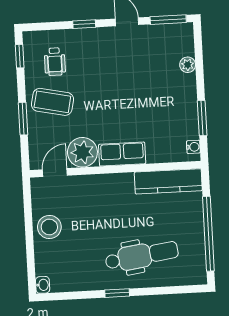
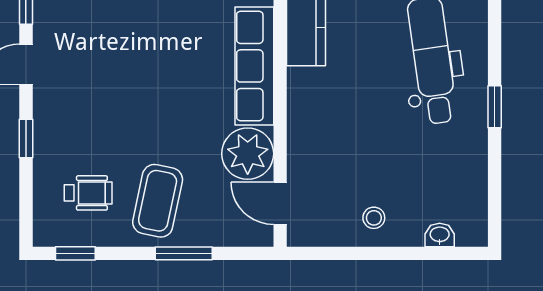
row of seats: (122, 154) -> (254, 66), width x1.48
stool: (49, 227) -> (374, 218), width x0.53, depth x0.53
washbasin: (43, 285) -> (440, 235), moved

